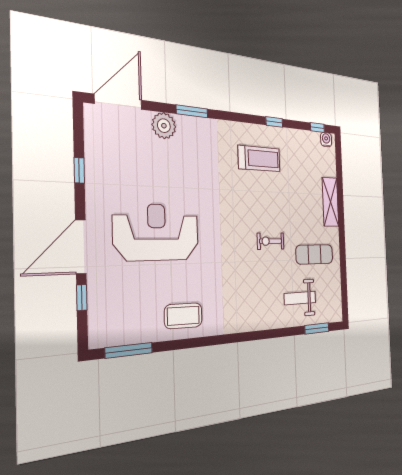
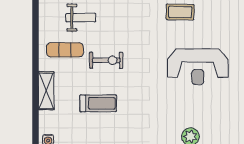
treadmill: (259, 159) -> (98, 103), moved, turned 180
exercise bike: (271, 241) -> (106, 60), width x1.38, depth x1.39

